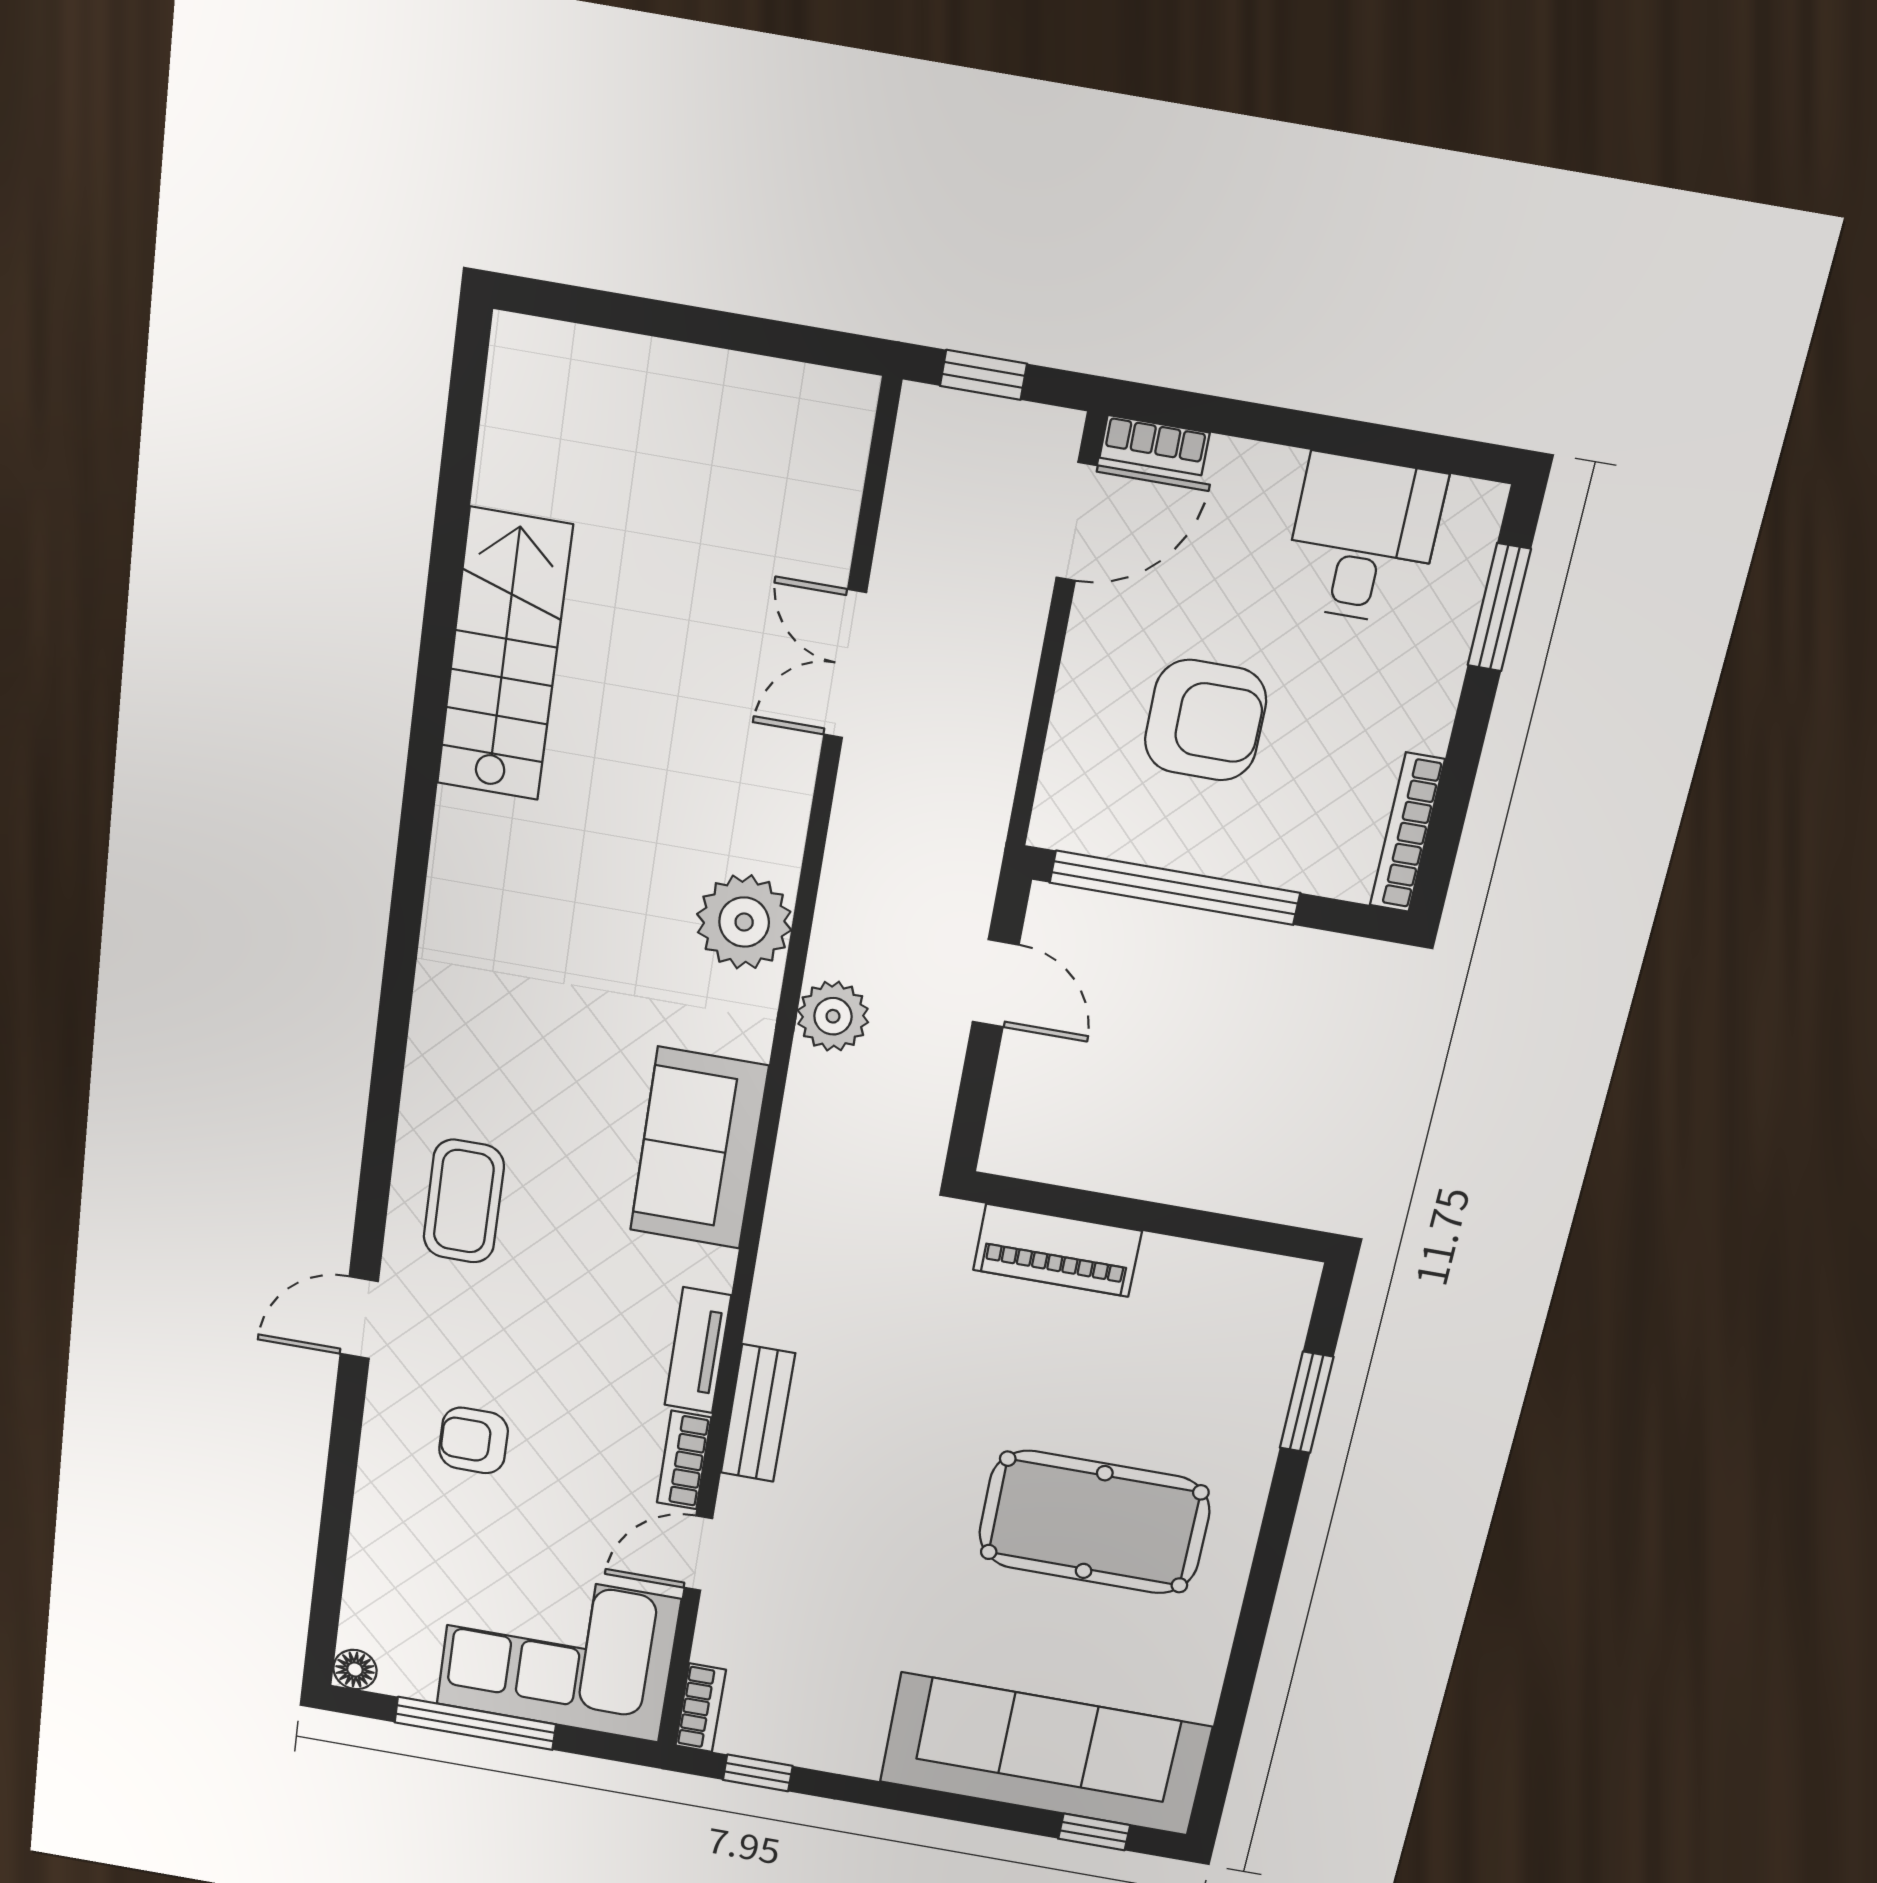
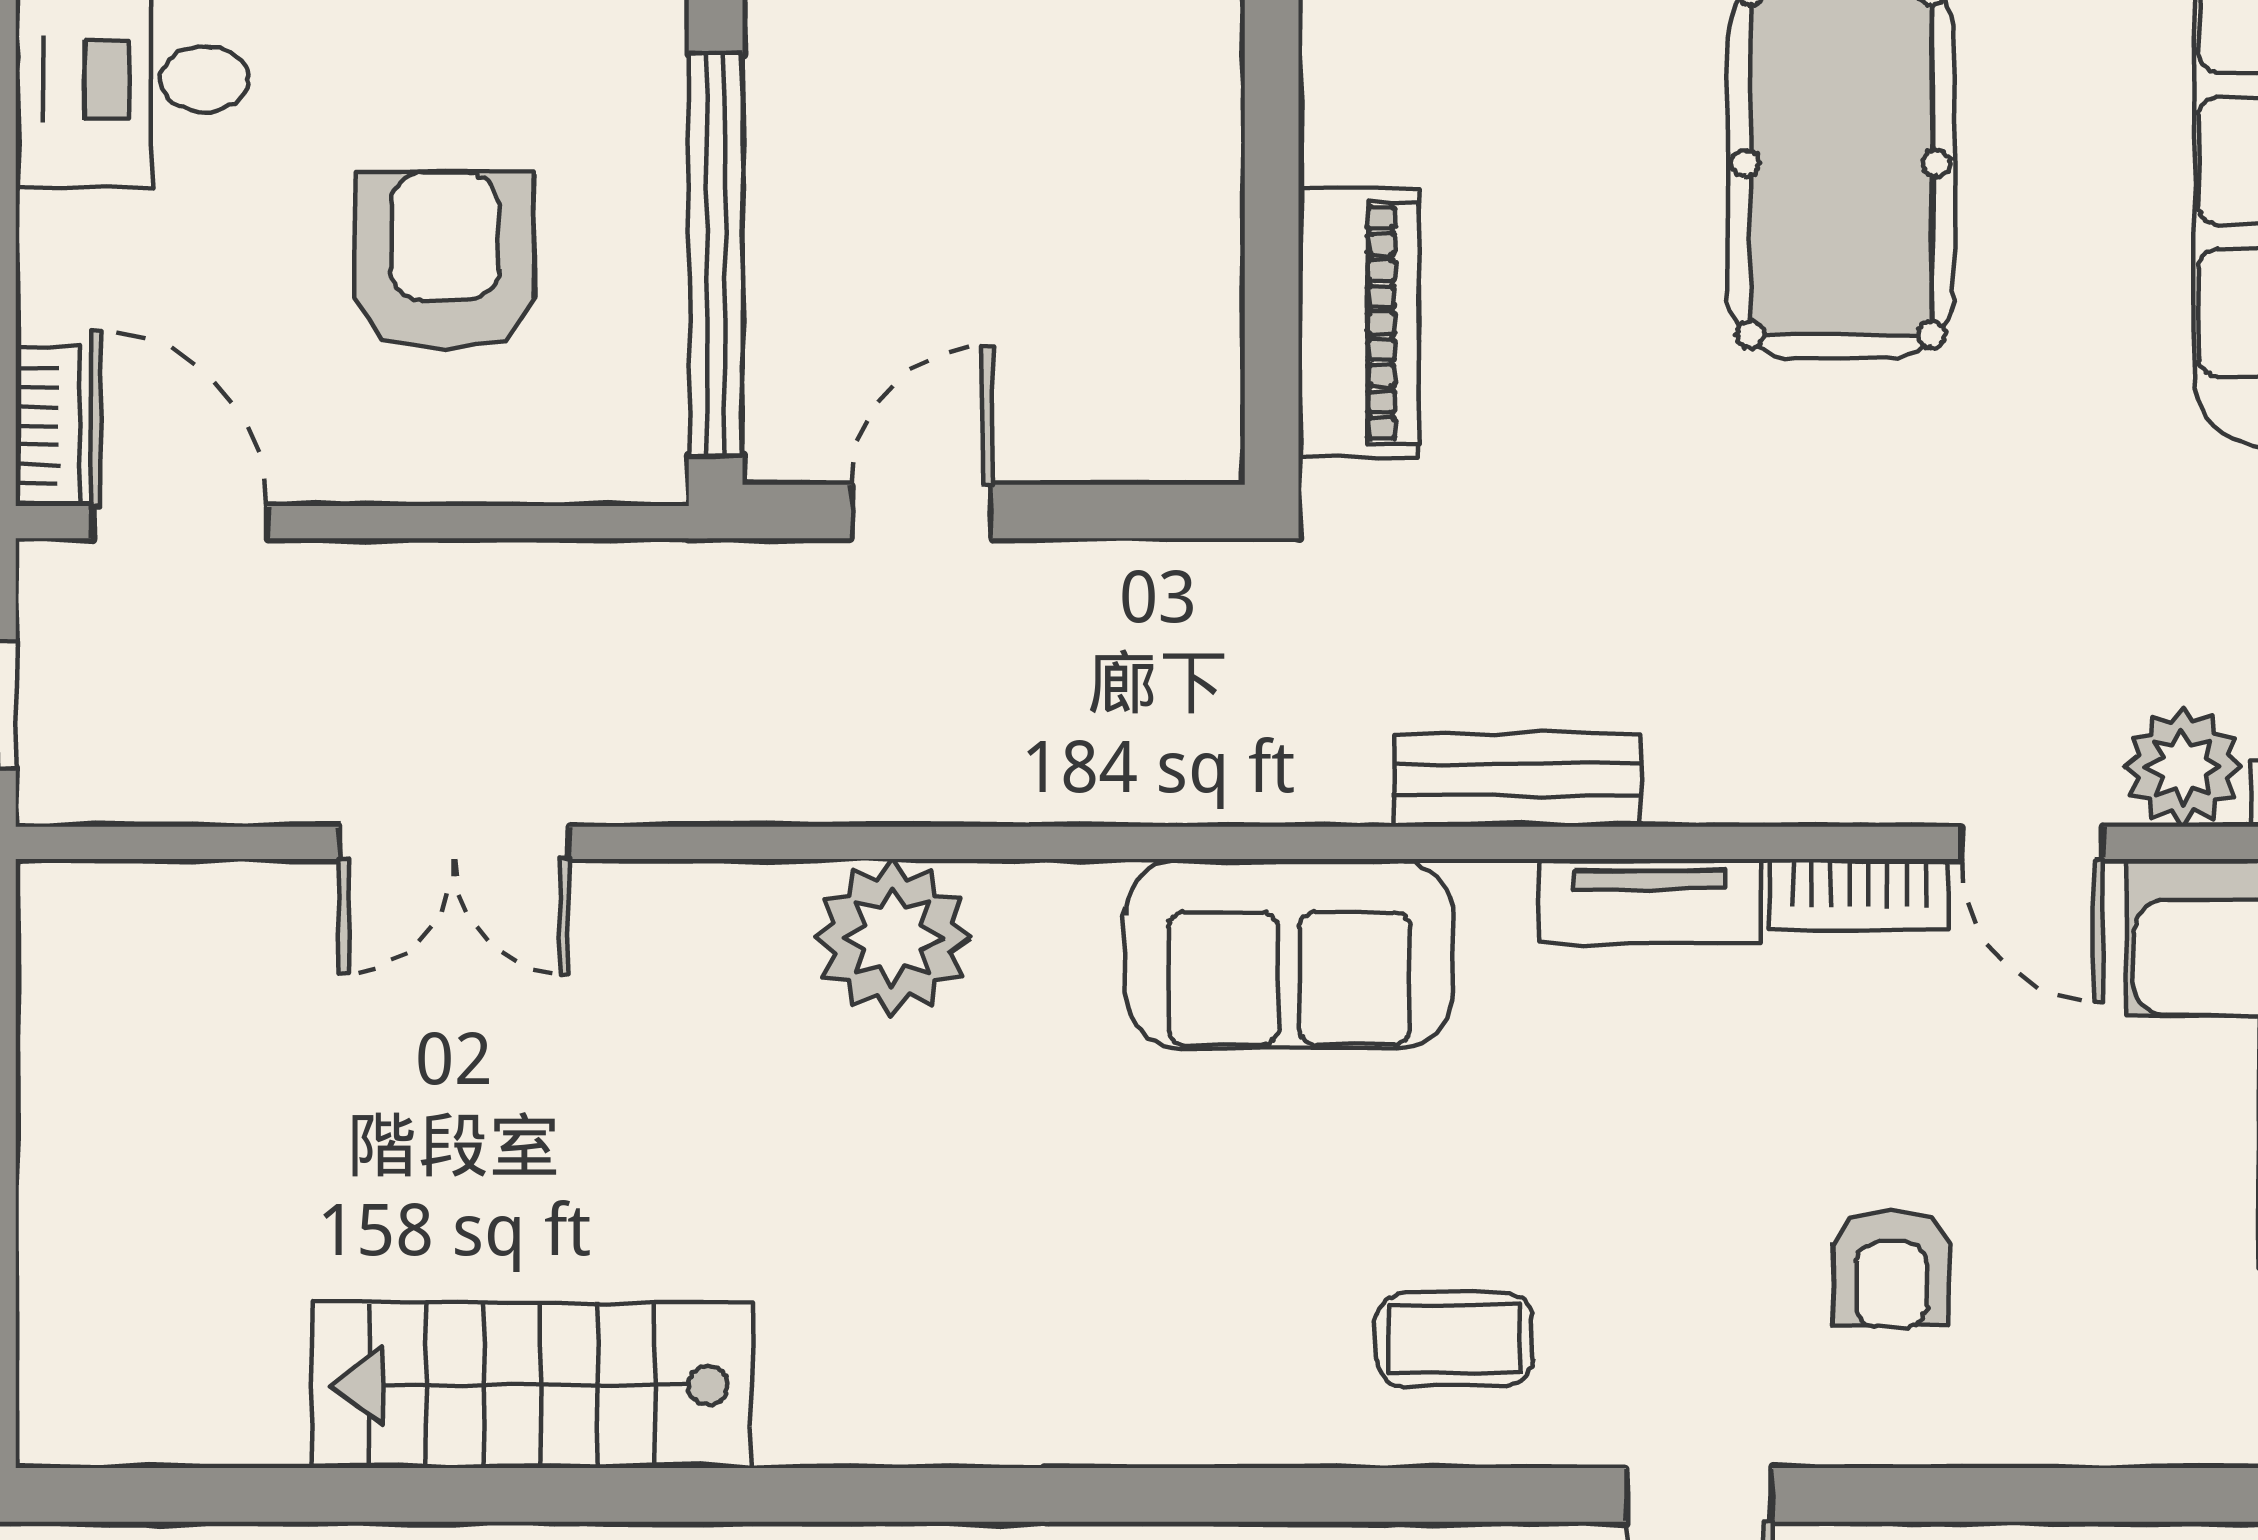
plant: (833, 1016) -> (2183, 767), moved
coffee table: (464, 1201) -> (1455, 1339), width x0.73, depth x0.77
bench: (758, 1413) -> (1517, 780), moved

